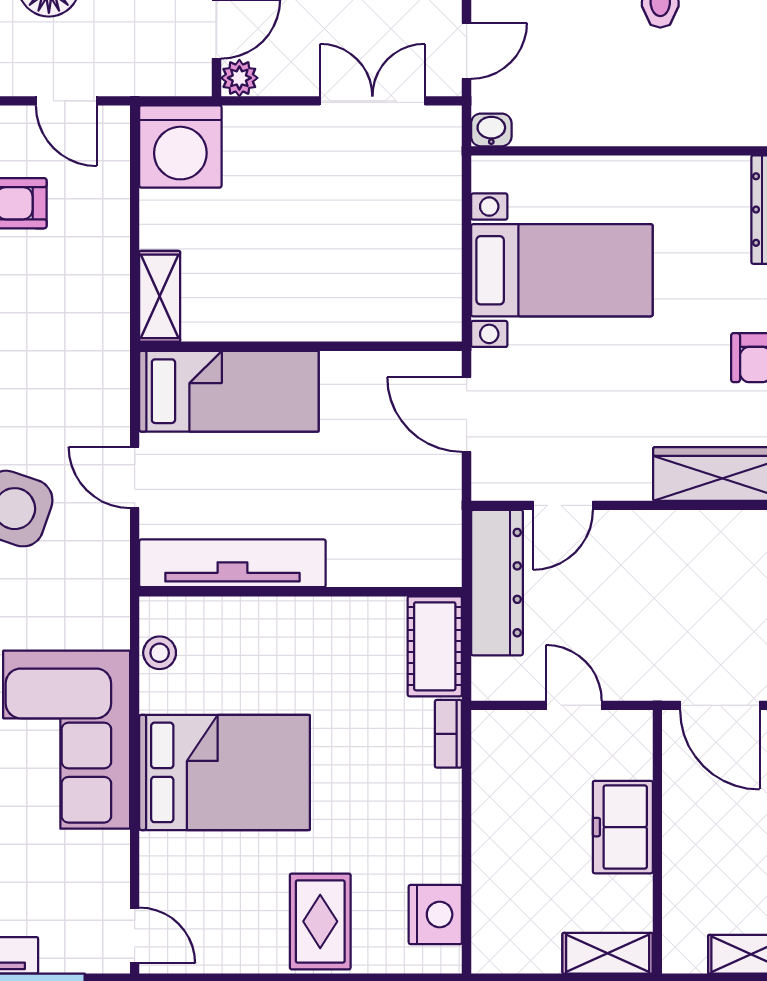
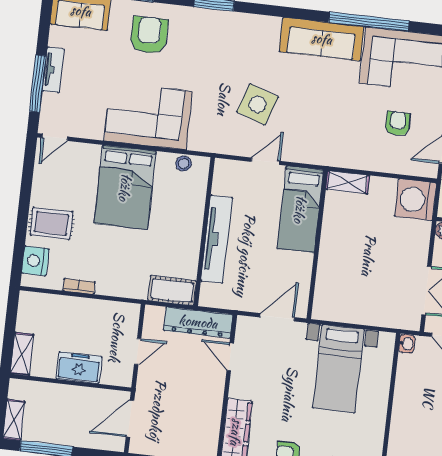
tv unit: (232, 563) -> (217, 239), moved
bookcase: (448, 734) -> (79, 286), moved
nightstand: (435, 914) -> (35, 261), moved, turned 90

